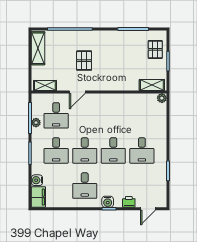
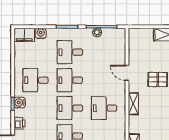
shelving: (45, 86) -> (133, 104), moved
desk: (56, 115) -> (104, 108), moved

